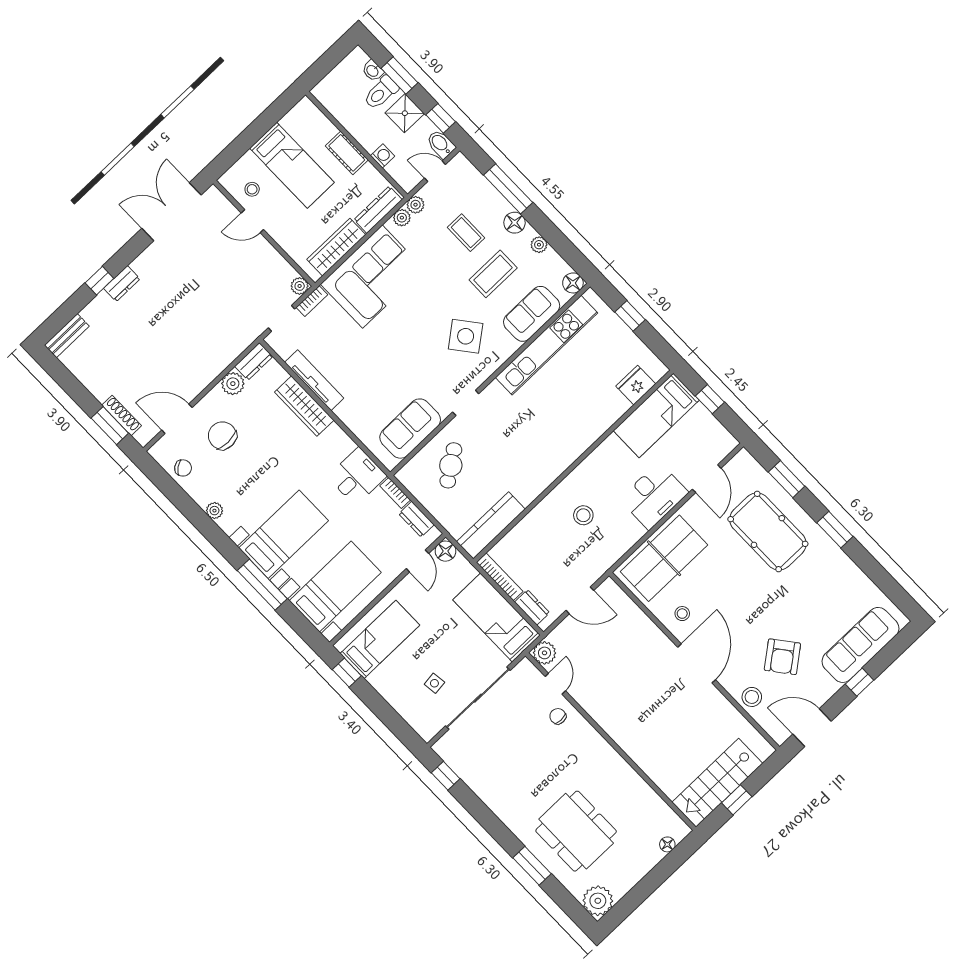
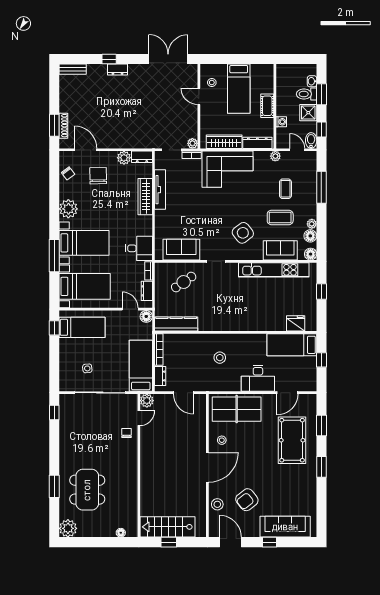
plant: (402, 218) -> (264, 156), removed
floor lamp: (514, 223) -> (310, 236), moved
plant: (214, 511) -> (68, 209), width x1.88, depth x1.88
door: (417, 561) -> (130, 309), swing flipped

